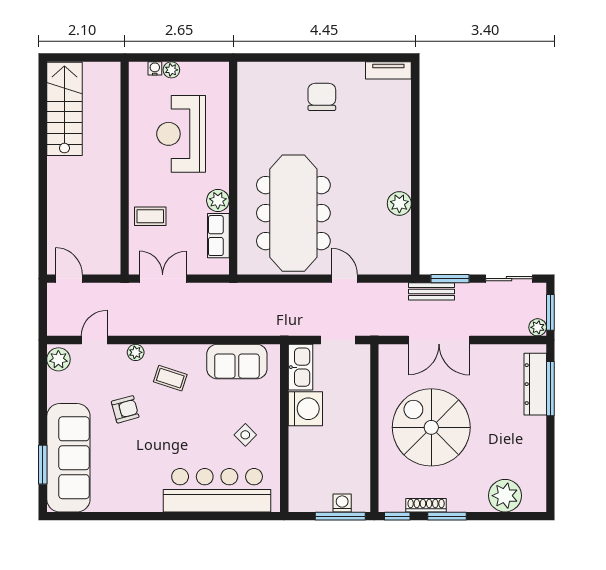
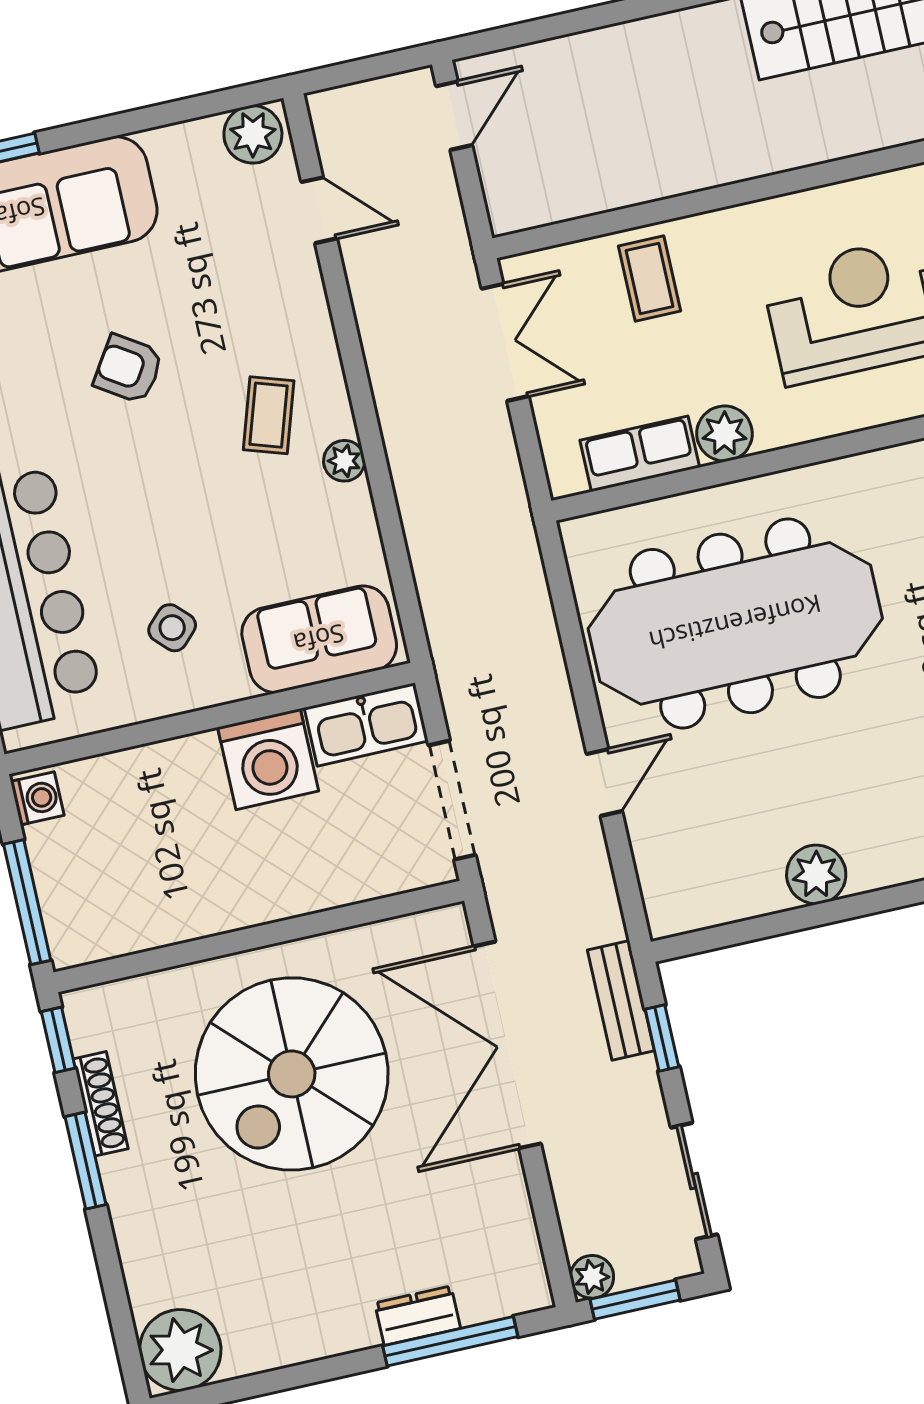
window: (450, 279) -> (662, 1038), width x0.67
doorway: (338, 340) -> (452, 800), width x1.38
double door: (439, 340) -> (507, 1045), width x1.36
plant: (136, 352) -> (344, 461), moved
sofa: (237, 362) -> (319, 639), moved, turned 90
dresser: (535, 384) -> (418, 1316), width x0.51, depth x0.80
armchair: (125, 409) -> (128, 369), moved, turned 138
spiral stairs: (431, 427) -> (292, 1074), turned 180
plant: (505, 496) -> (180, 1350), moved
washing machine: (342, 503) -> (37, 798), moved

